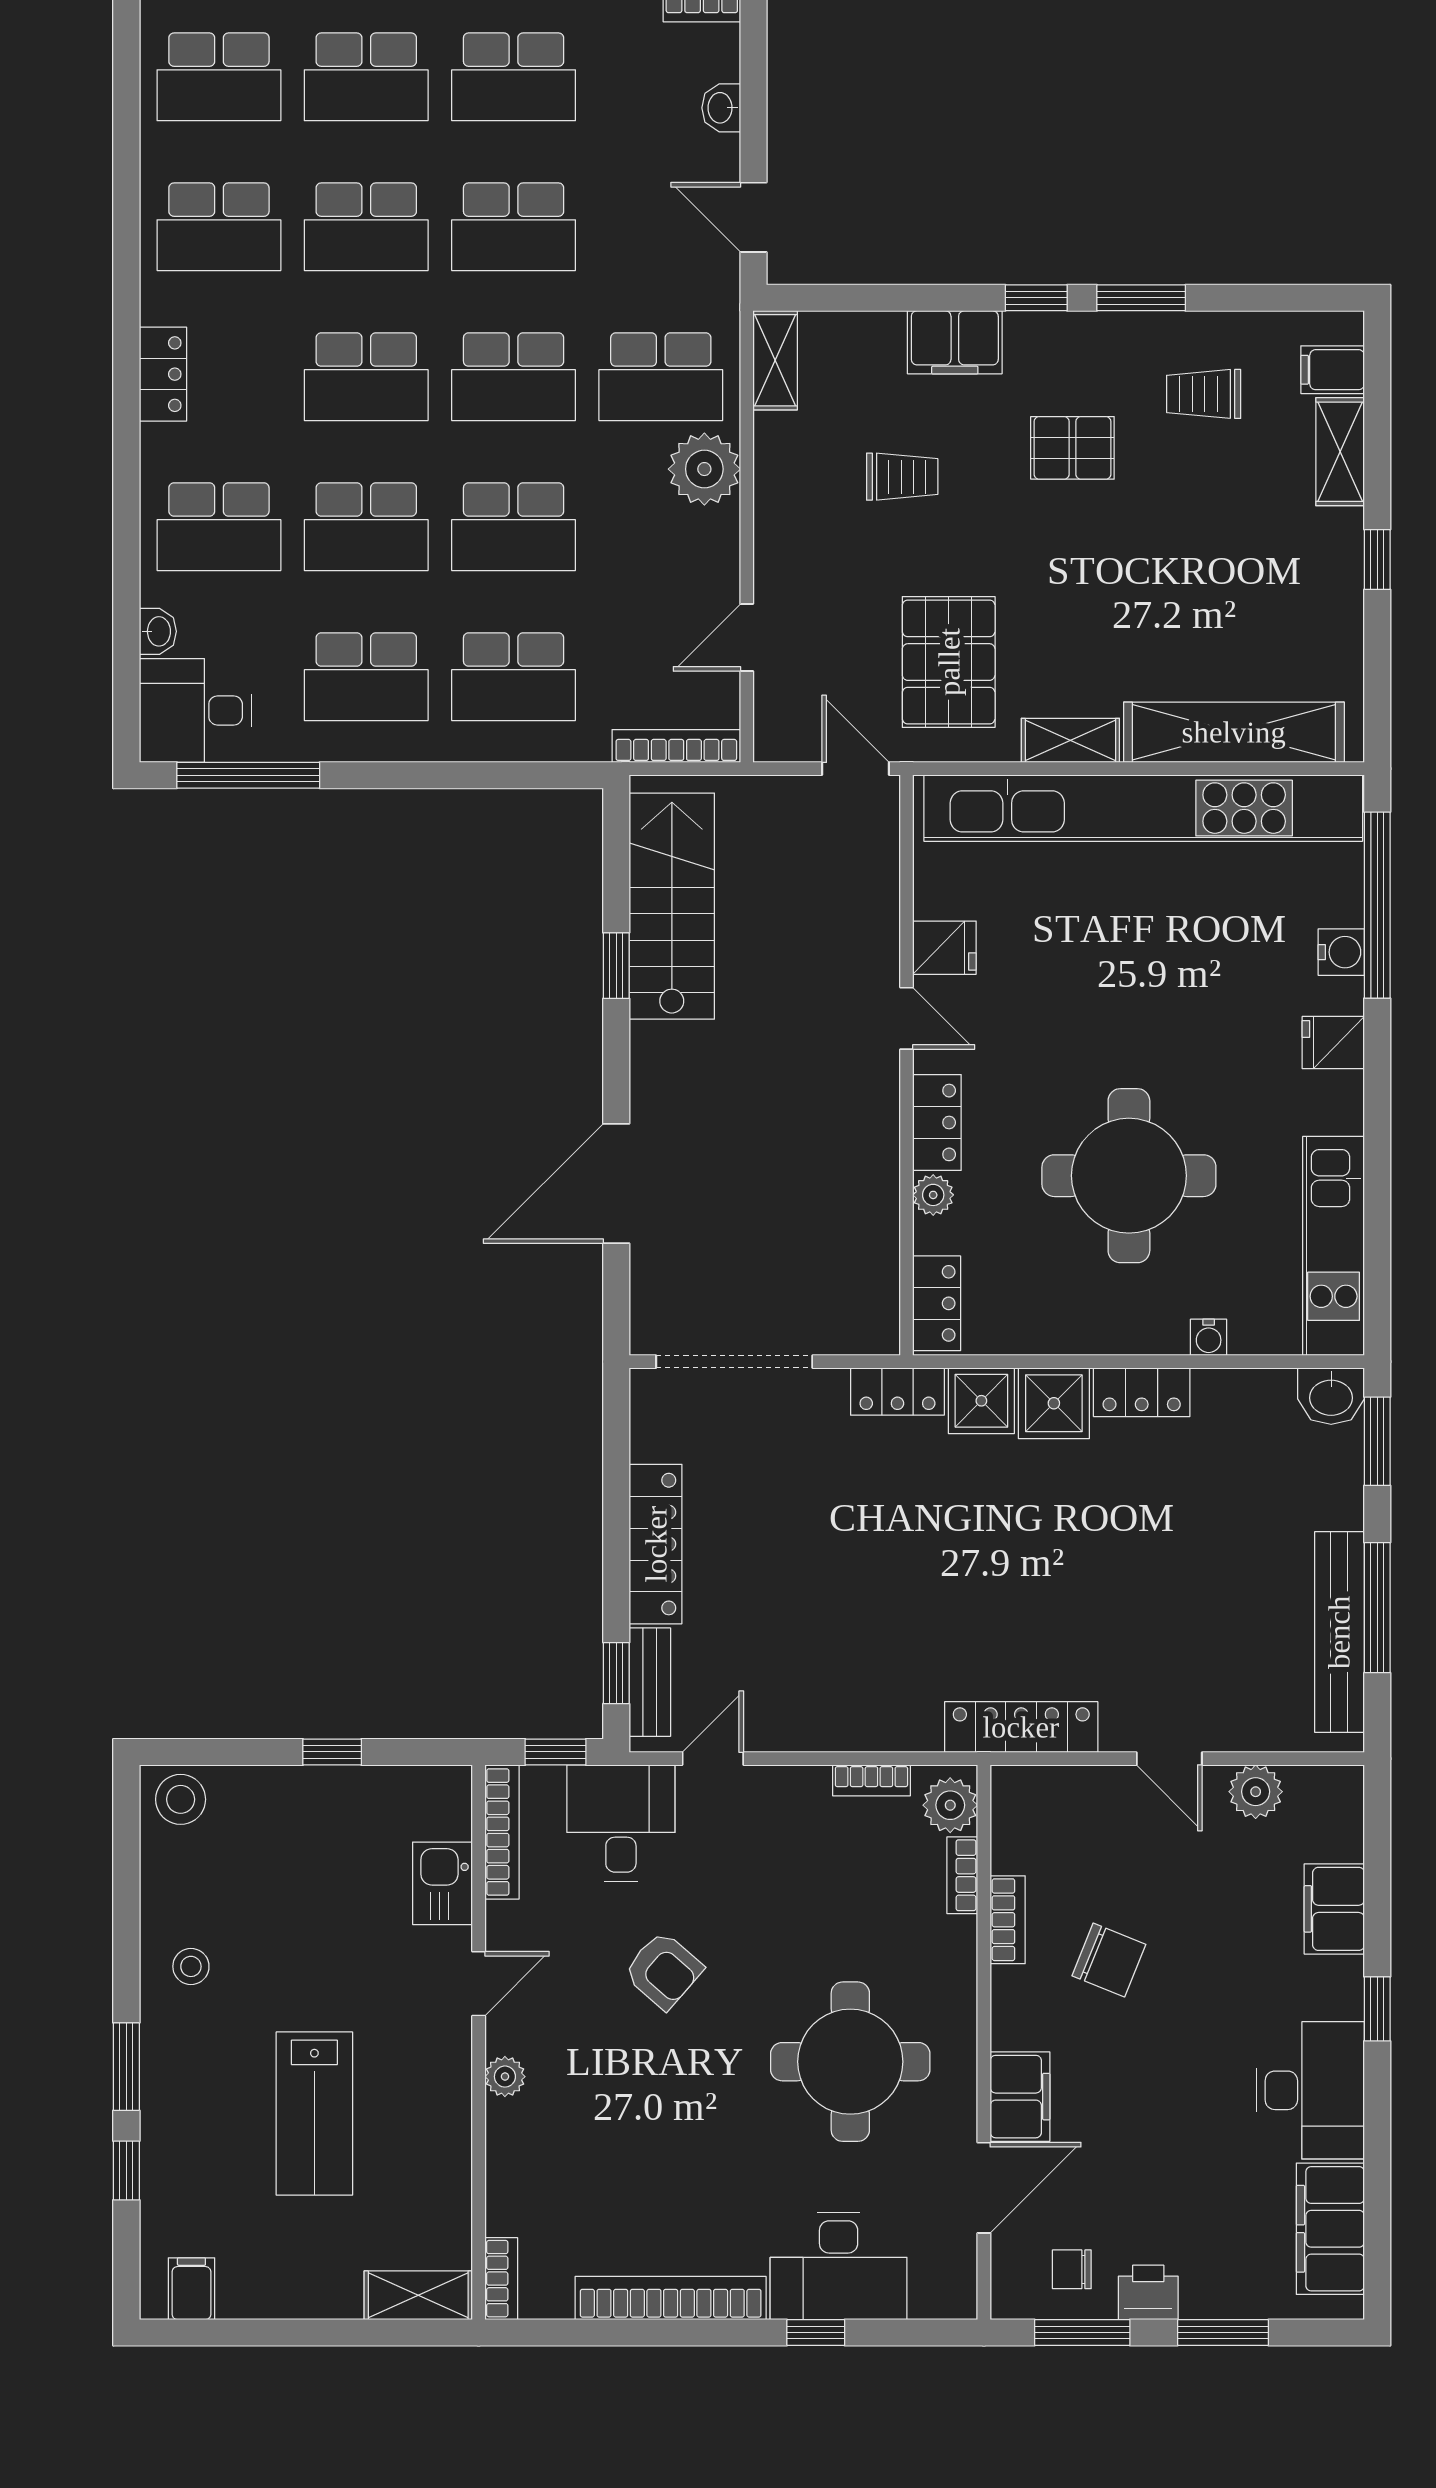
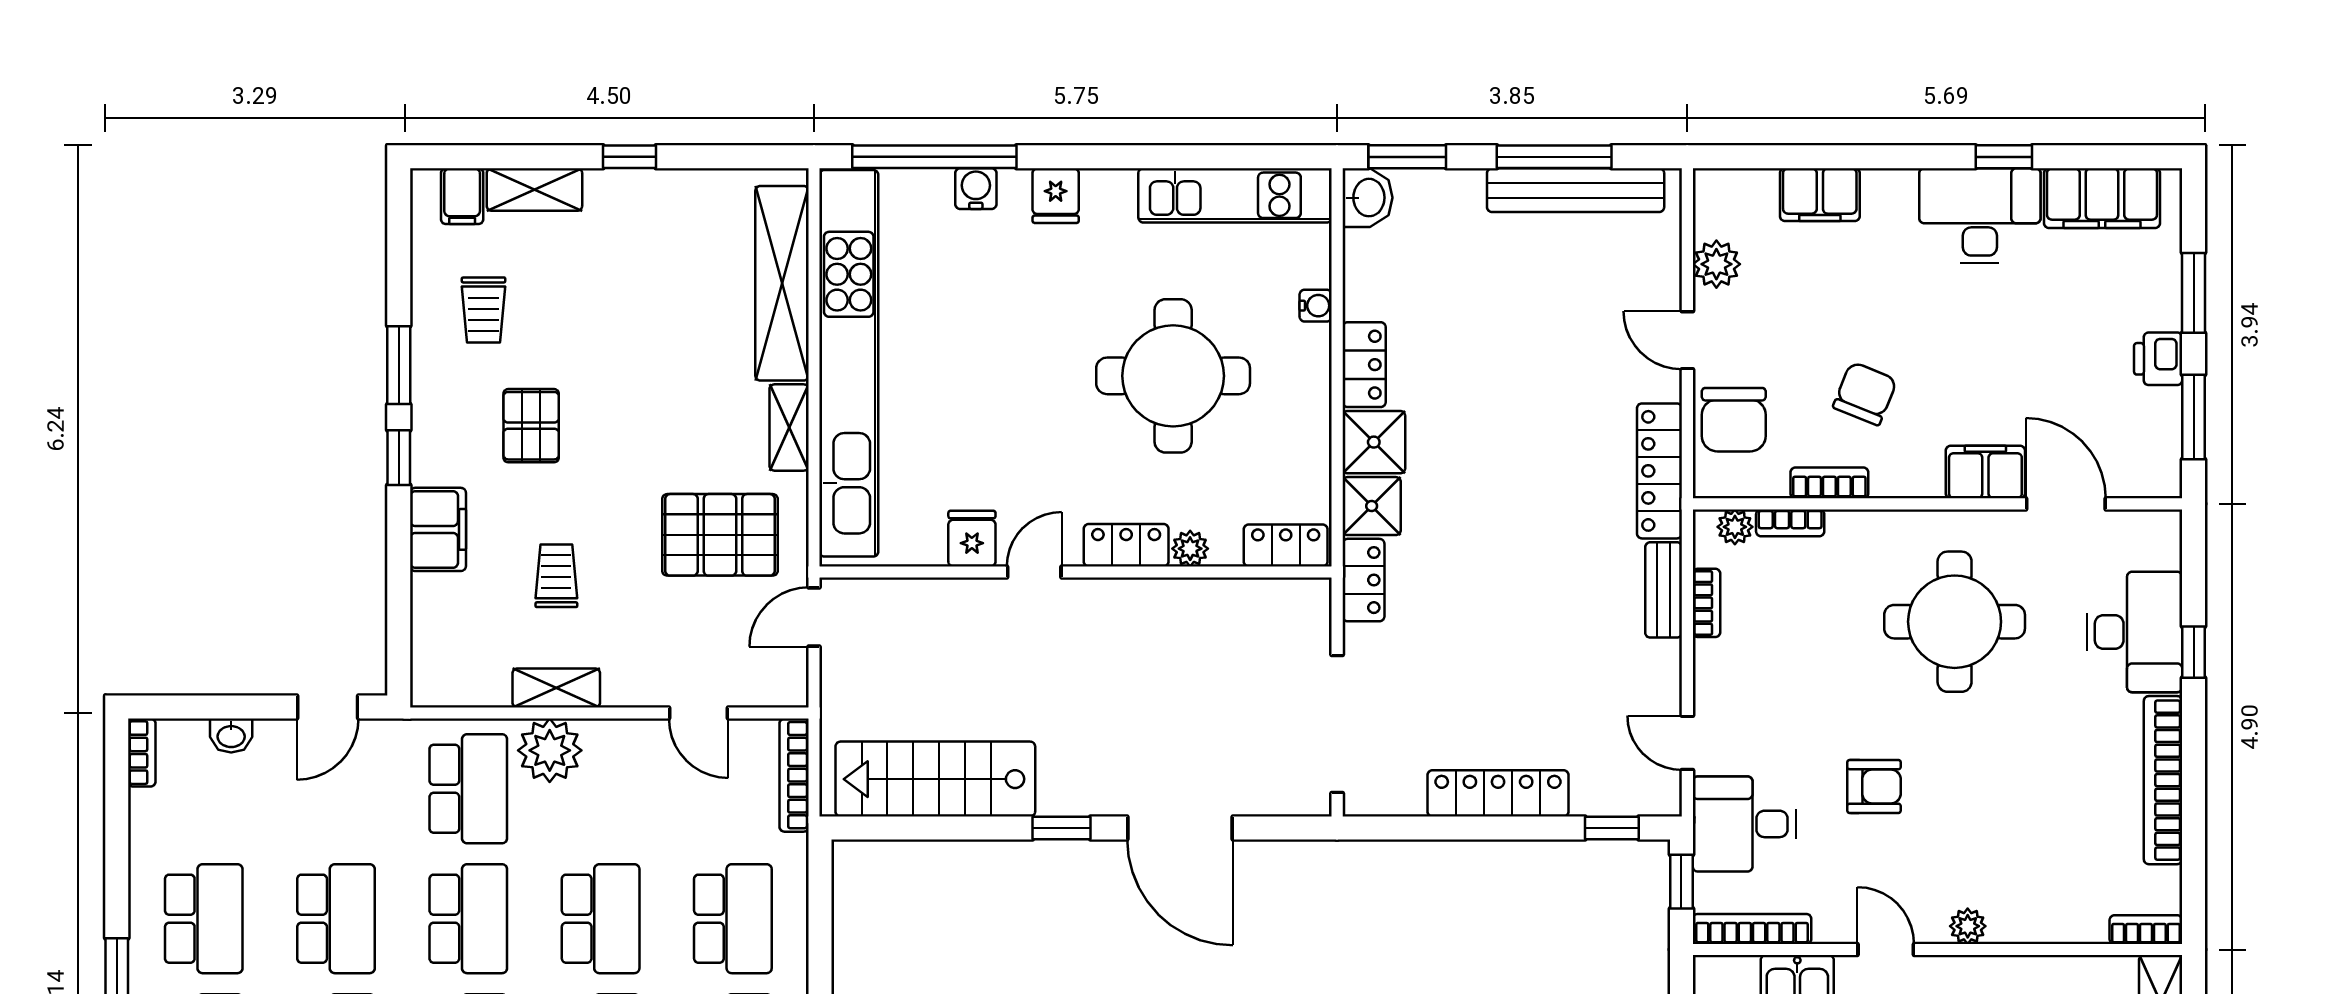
shelving: (775, 360) -> (556, 688), moved
window: (616, 966) -> (1061, 828), moved
bench: (650, 1682) -> (1664, 590), moved, turned 90
door: (1169, 1759) -> (1687, 340), swing flipped
plant: (950, 1805) -> (1735, 527), width x0.73, depth x0.73
armchair: (663, 1970) -> (1874, 786), turned 49
window: (1377, 2009) -> (2004, 157), moved
chair: (1072, 2269) -> (1734, 420), moved, width x1.87, depth x1.87

